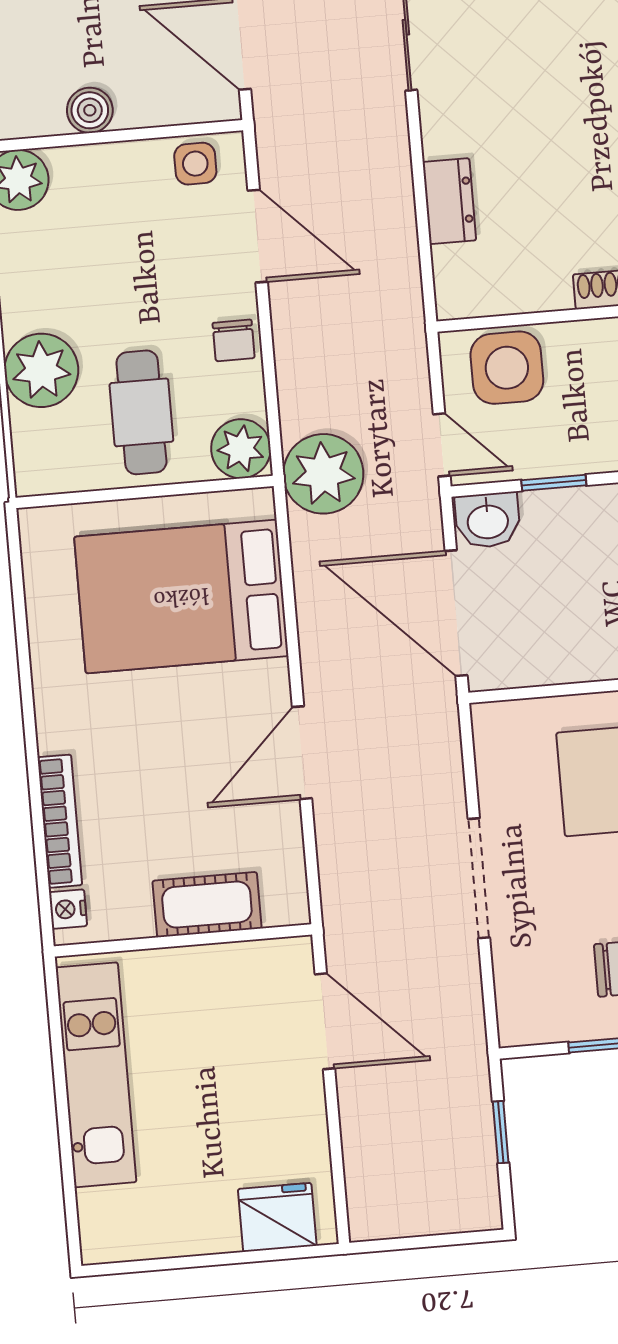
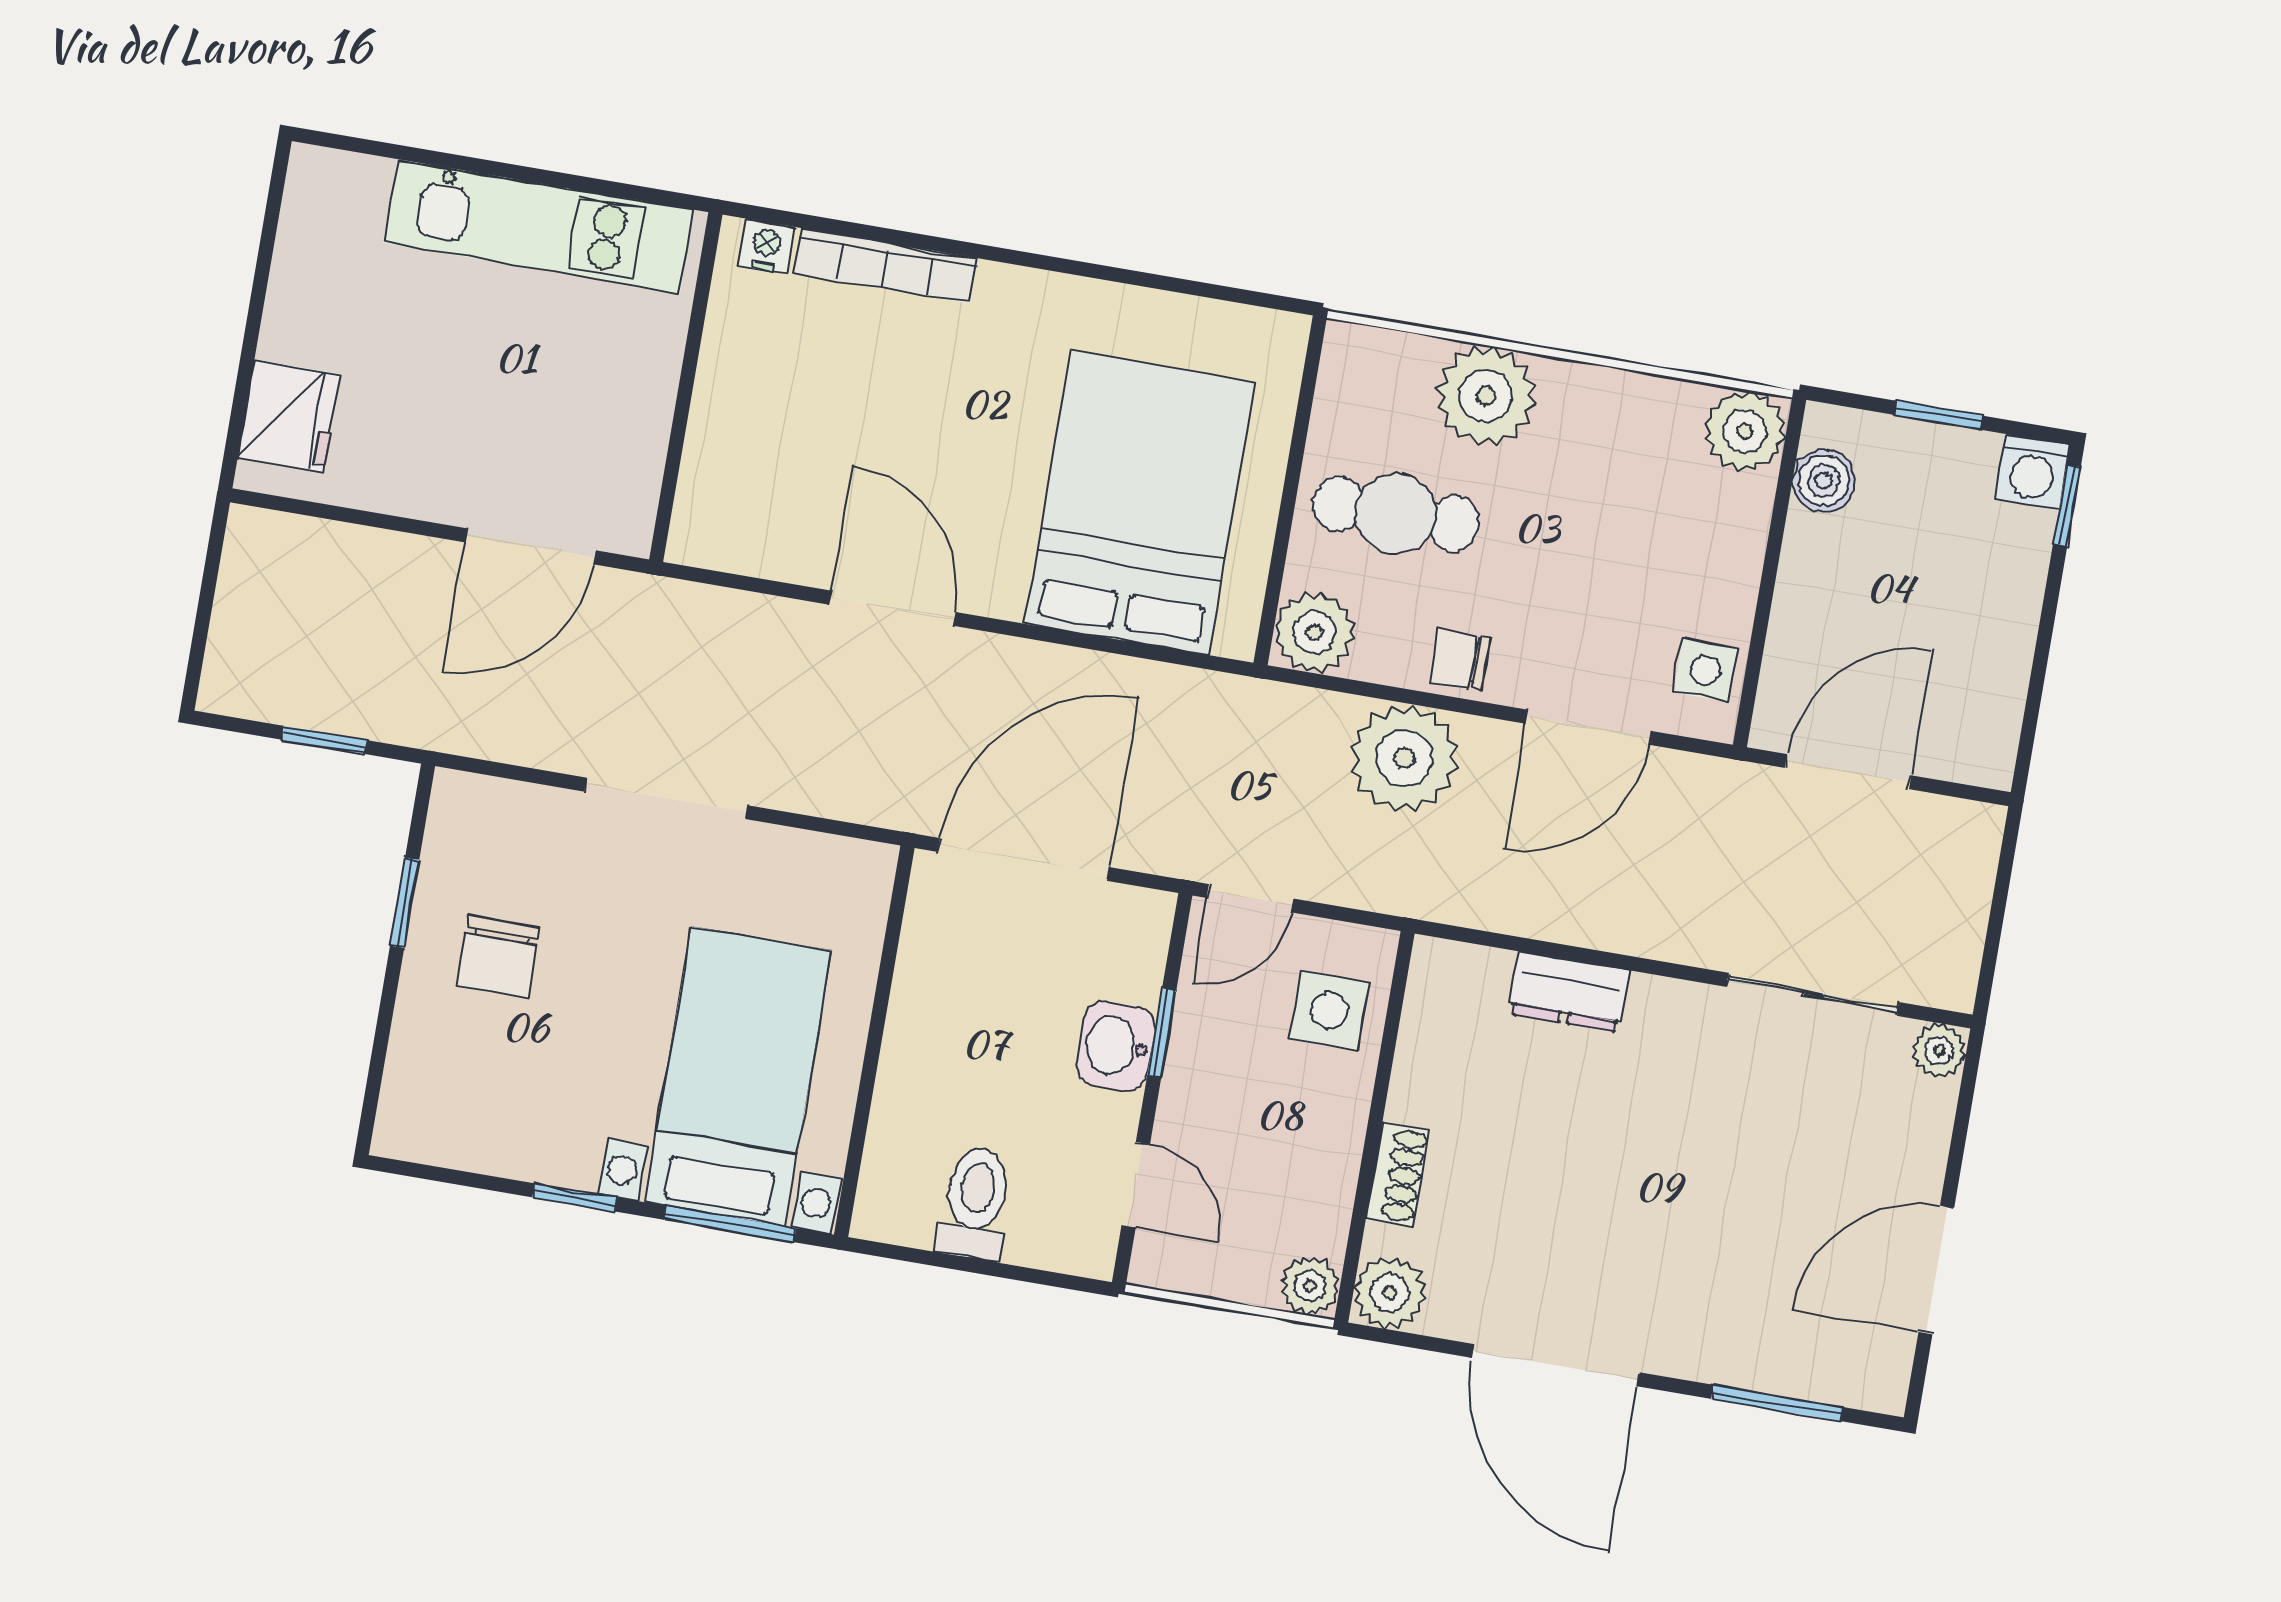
boiler: (90, 110) -> (1824, 481), moved
side table: (507, 368) -> (1330, 1011), width x0.73, depth x0.73
plant: (323, 474) -> (1404, 758), moved
washbasin: (488, 520) -> (1116, 1046), moved
cot: (207, 905) -> (725, 431), removed

